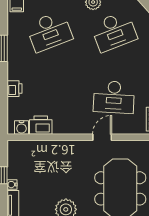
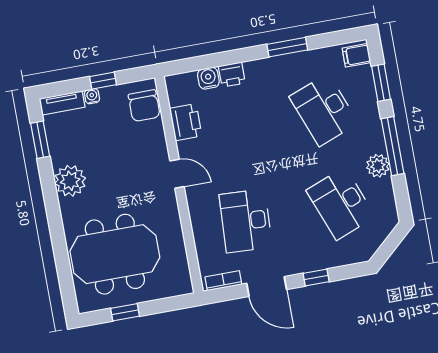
water cooler: (21, 127) -> (208, 78), moved, turned 90
door: (102, 137) -> (177, 174), moved
chair: (25, 151) -> (144, 106), added

